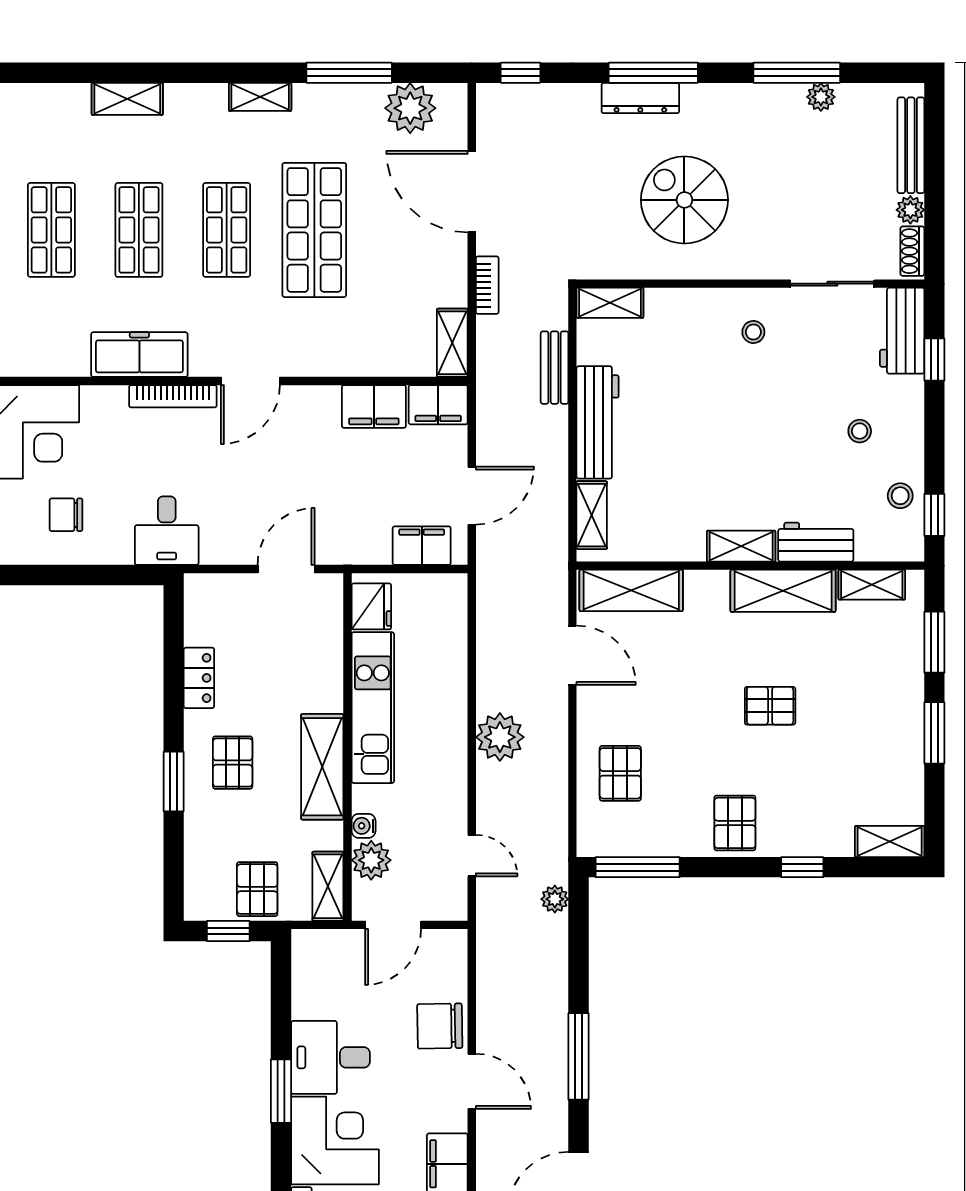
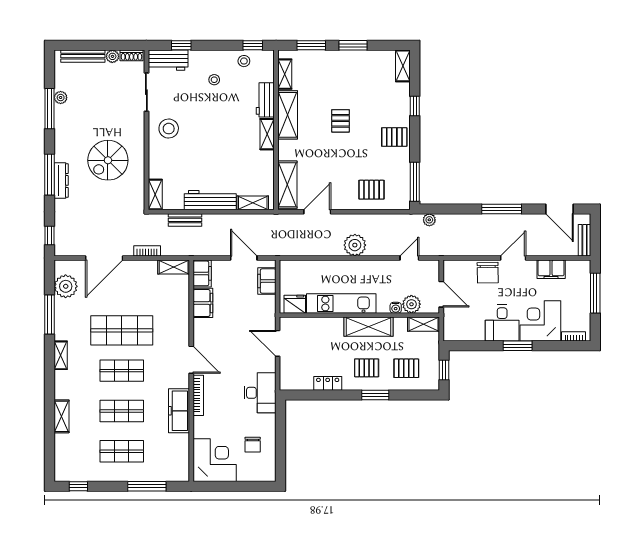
stool: (753, 332) -> (169, 129), width x1.89, depth x1.89
desk: (167, 531) -> (260, 393), width x1.37
pallet: (257, 889) -> (406, 368), moved

